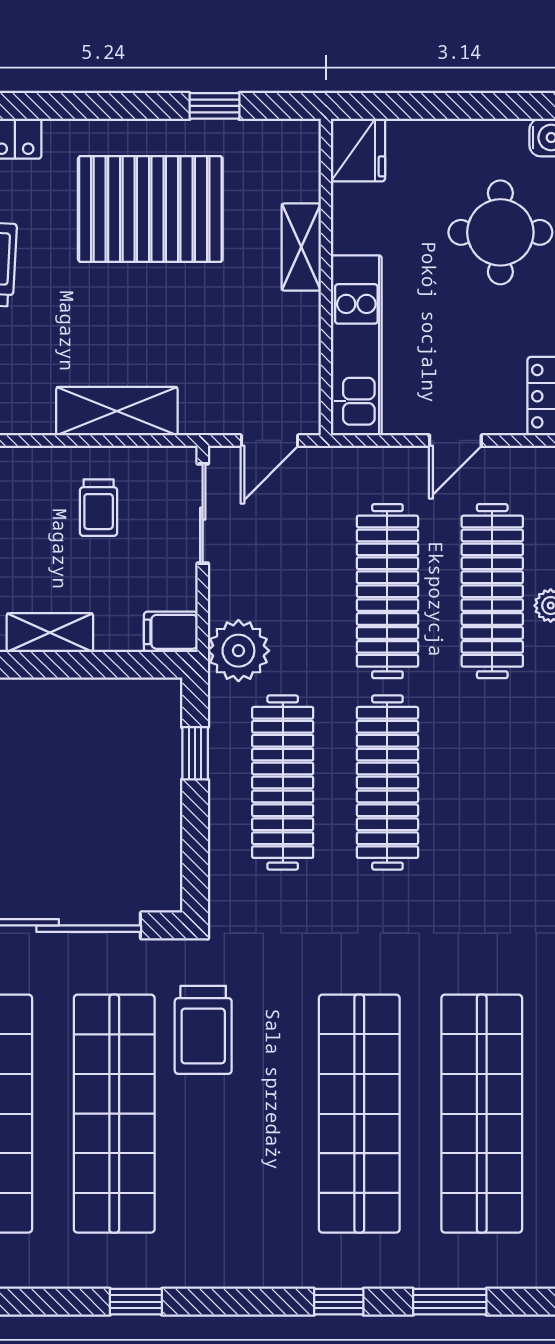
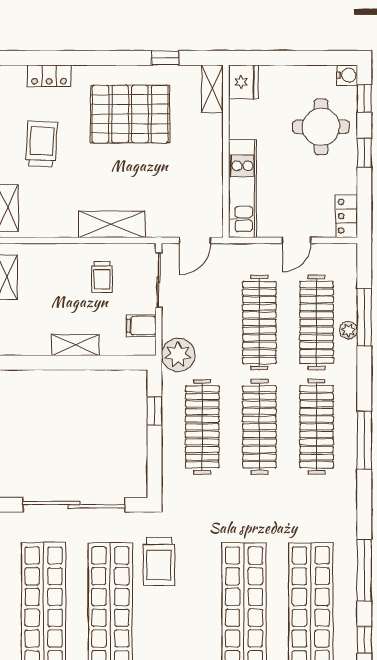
shelving: (301, 247) -> (212, 89), moved
filing cabinet: (171, 632) -> (141, 326), moved
clothes rail: (492, 782) -> (317, 427), added

